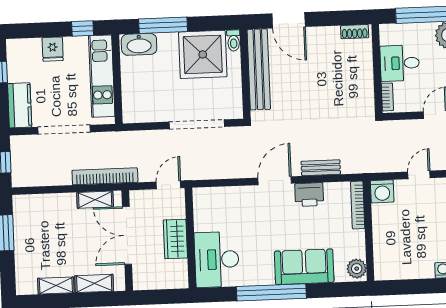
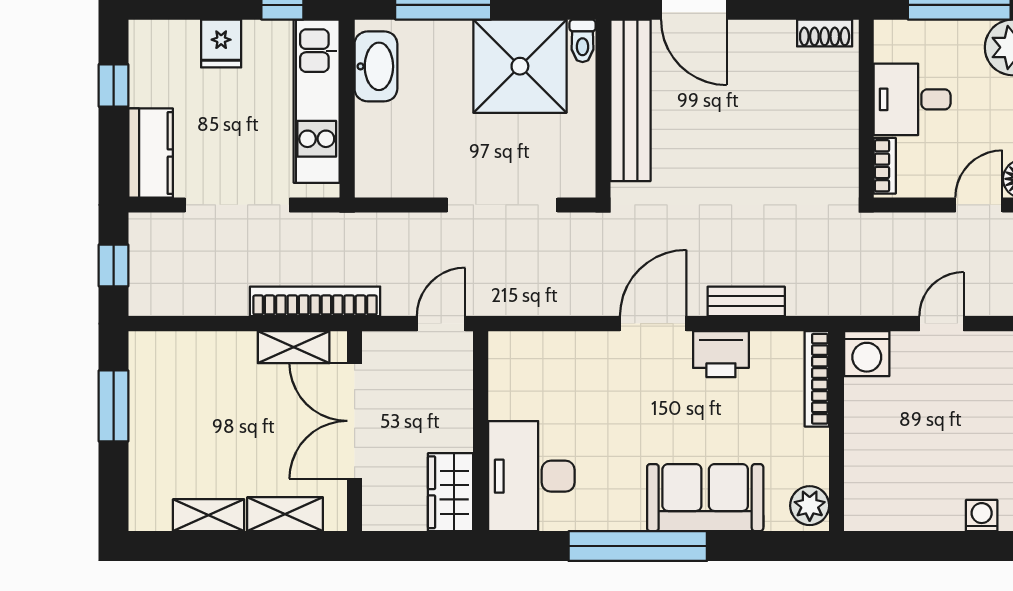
washbasin: (139, 44) -> (376, 66), moved, turned -90
wardrobe: (175, 239) -> (451, 492), moved

